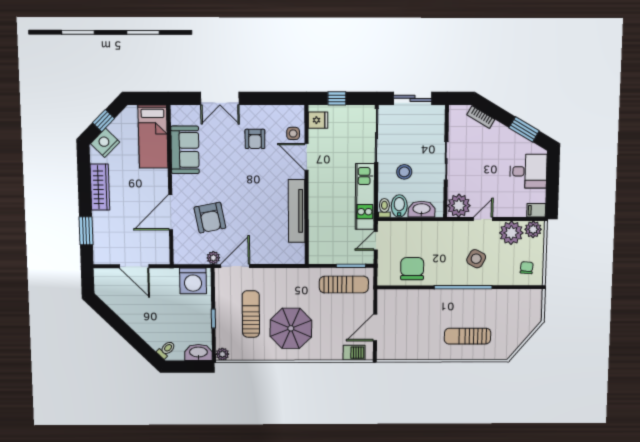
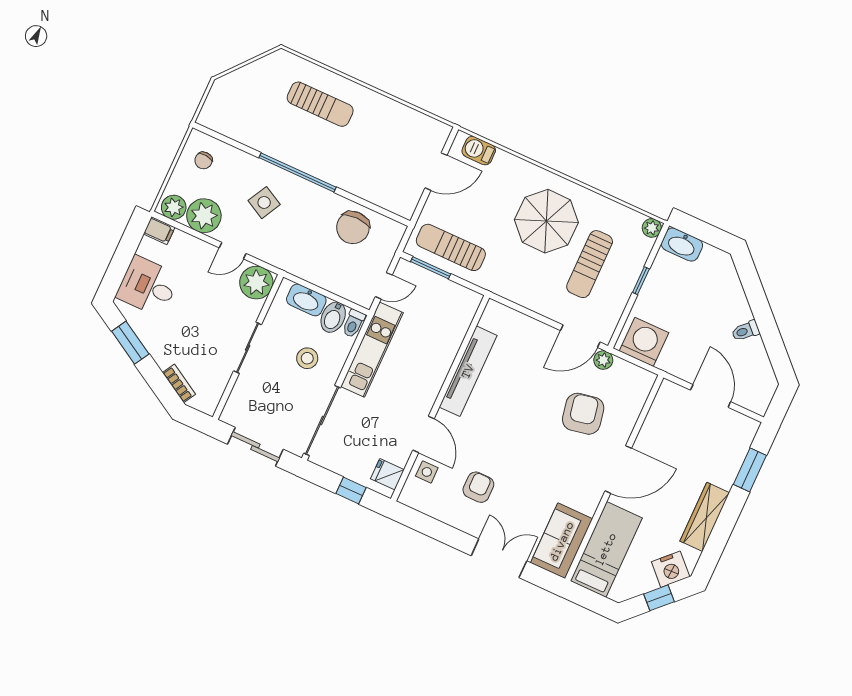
sofa: (185, 150) -> (562, 541), moved
door: (171, 212) -> (618, 470), moved
toilet: (166, 350) -> (745, 331), moved

